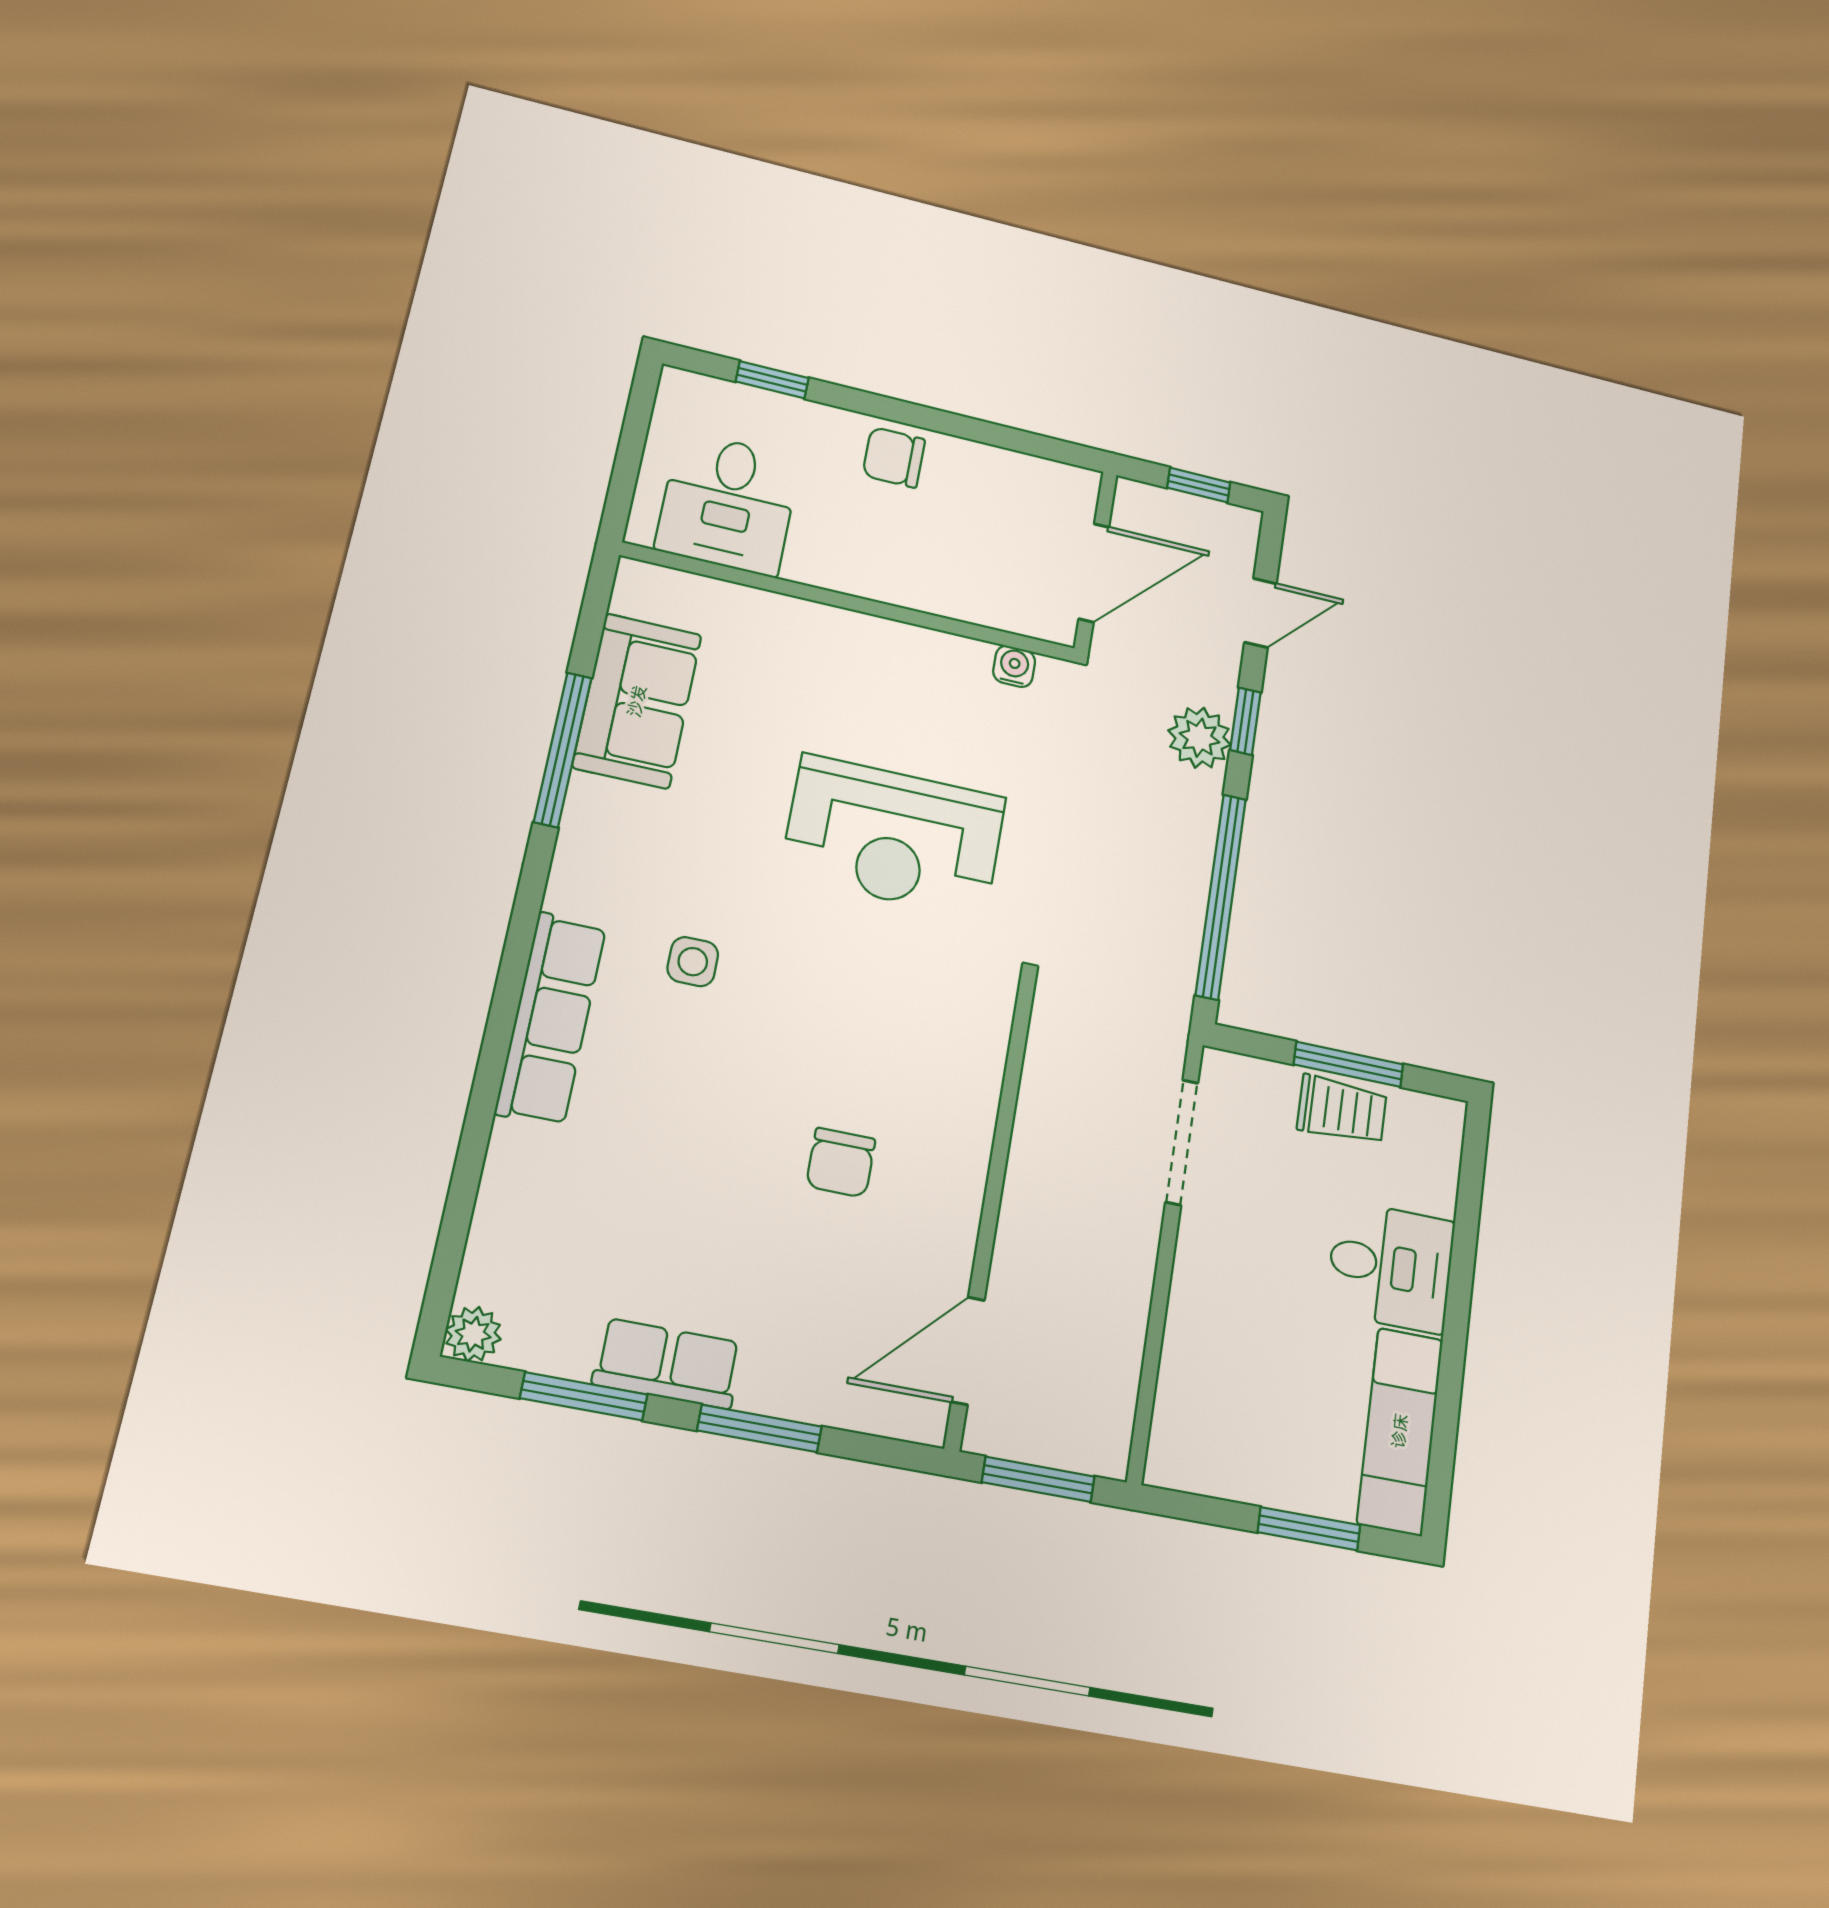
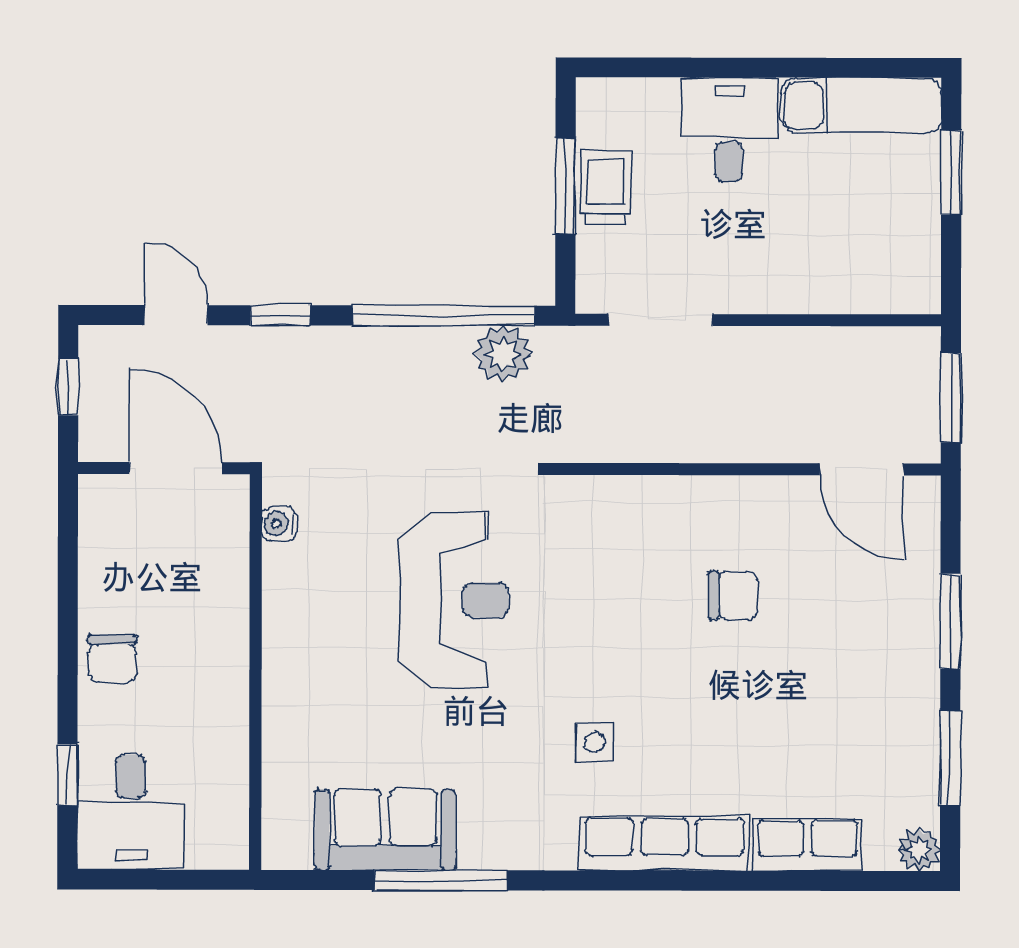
desk: (728, 503) -> (131, 812), moved, turned 90
plant: (1199, 738) -> (503, 354), moved
row of seats: (667, 1363) -> (808, 845), moved, turned 90

